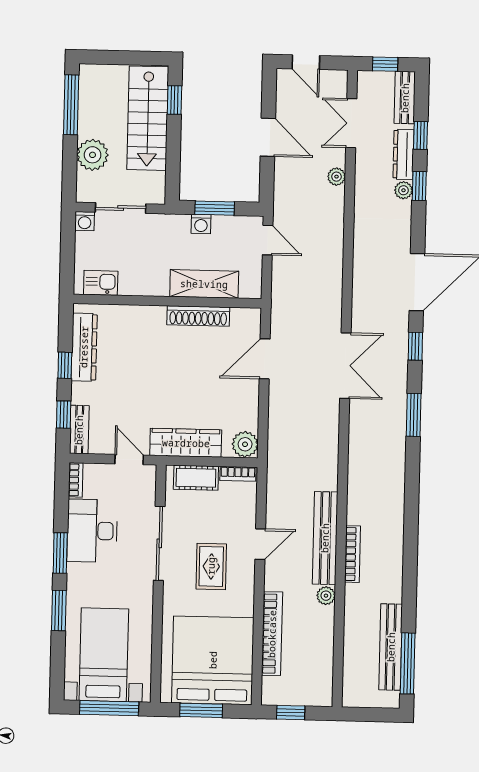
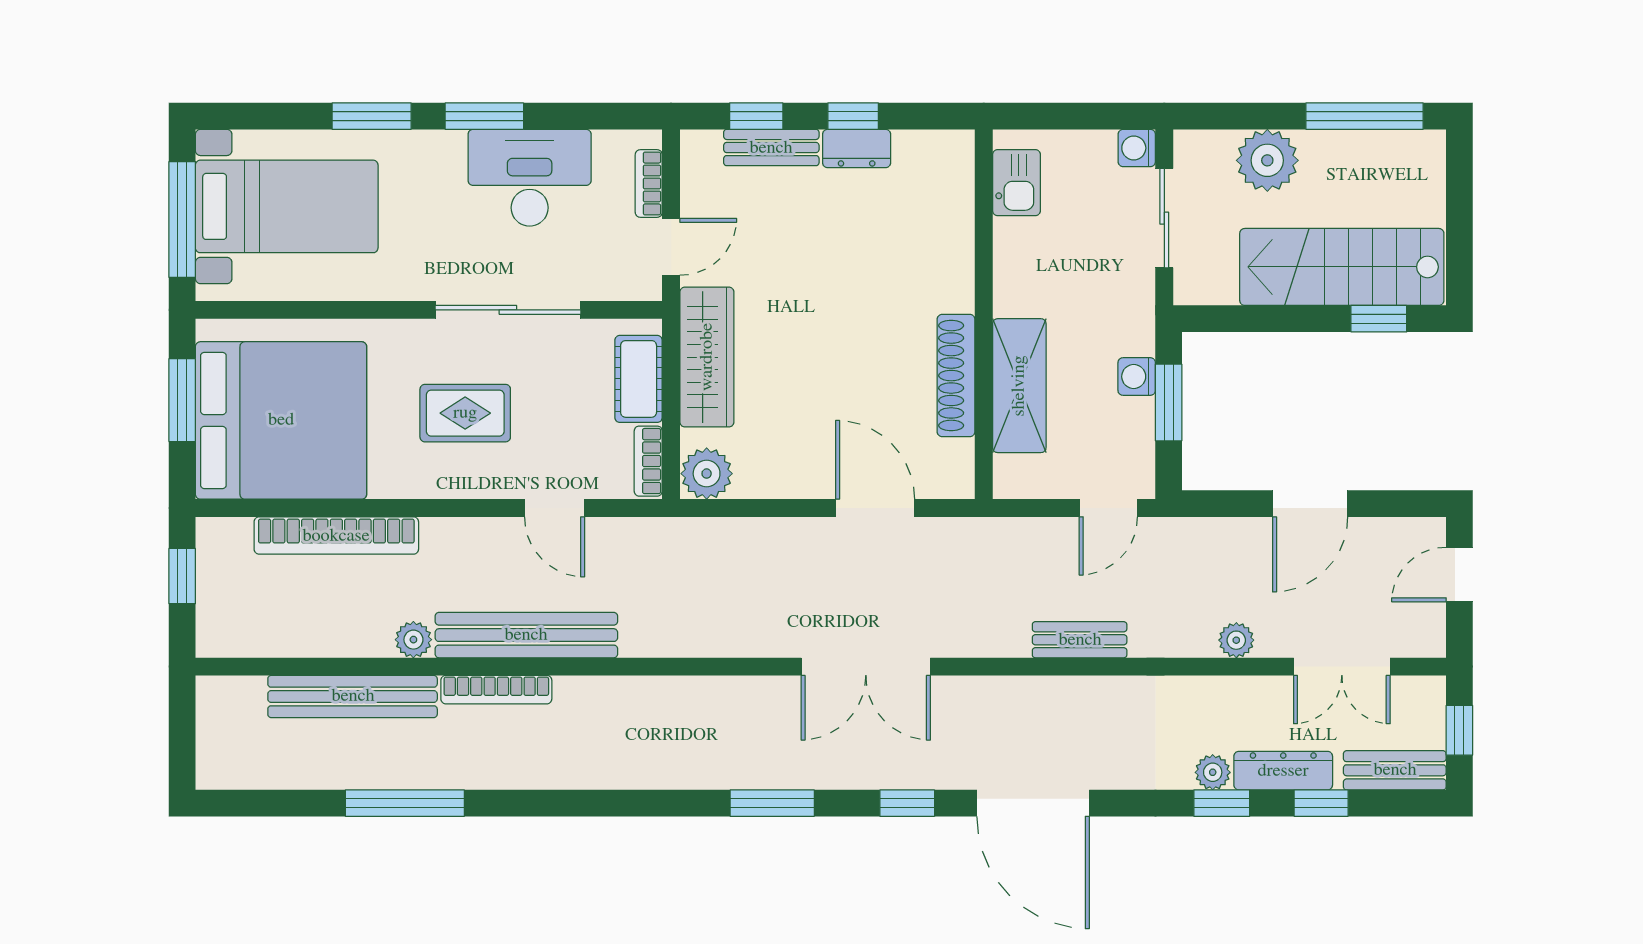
double door: (351, 123) -> (1342, 667), swing flipped
bench: (334, 256) -> (1080, 640), added
dresser: (84, 347) -> (857, 148), width x0.51, depth x0.80
bench: (79, 430) -> (771, 148), moved
bookcase: (76, 480) -> (649, 183), moved, turned 90
door: (260, 544) -> (555, 508), moved
bench: (391, 647) -> (353, 696), moved
window: (408, 663) -> (405, 803), moved

